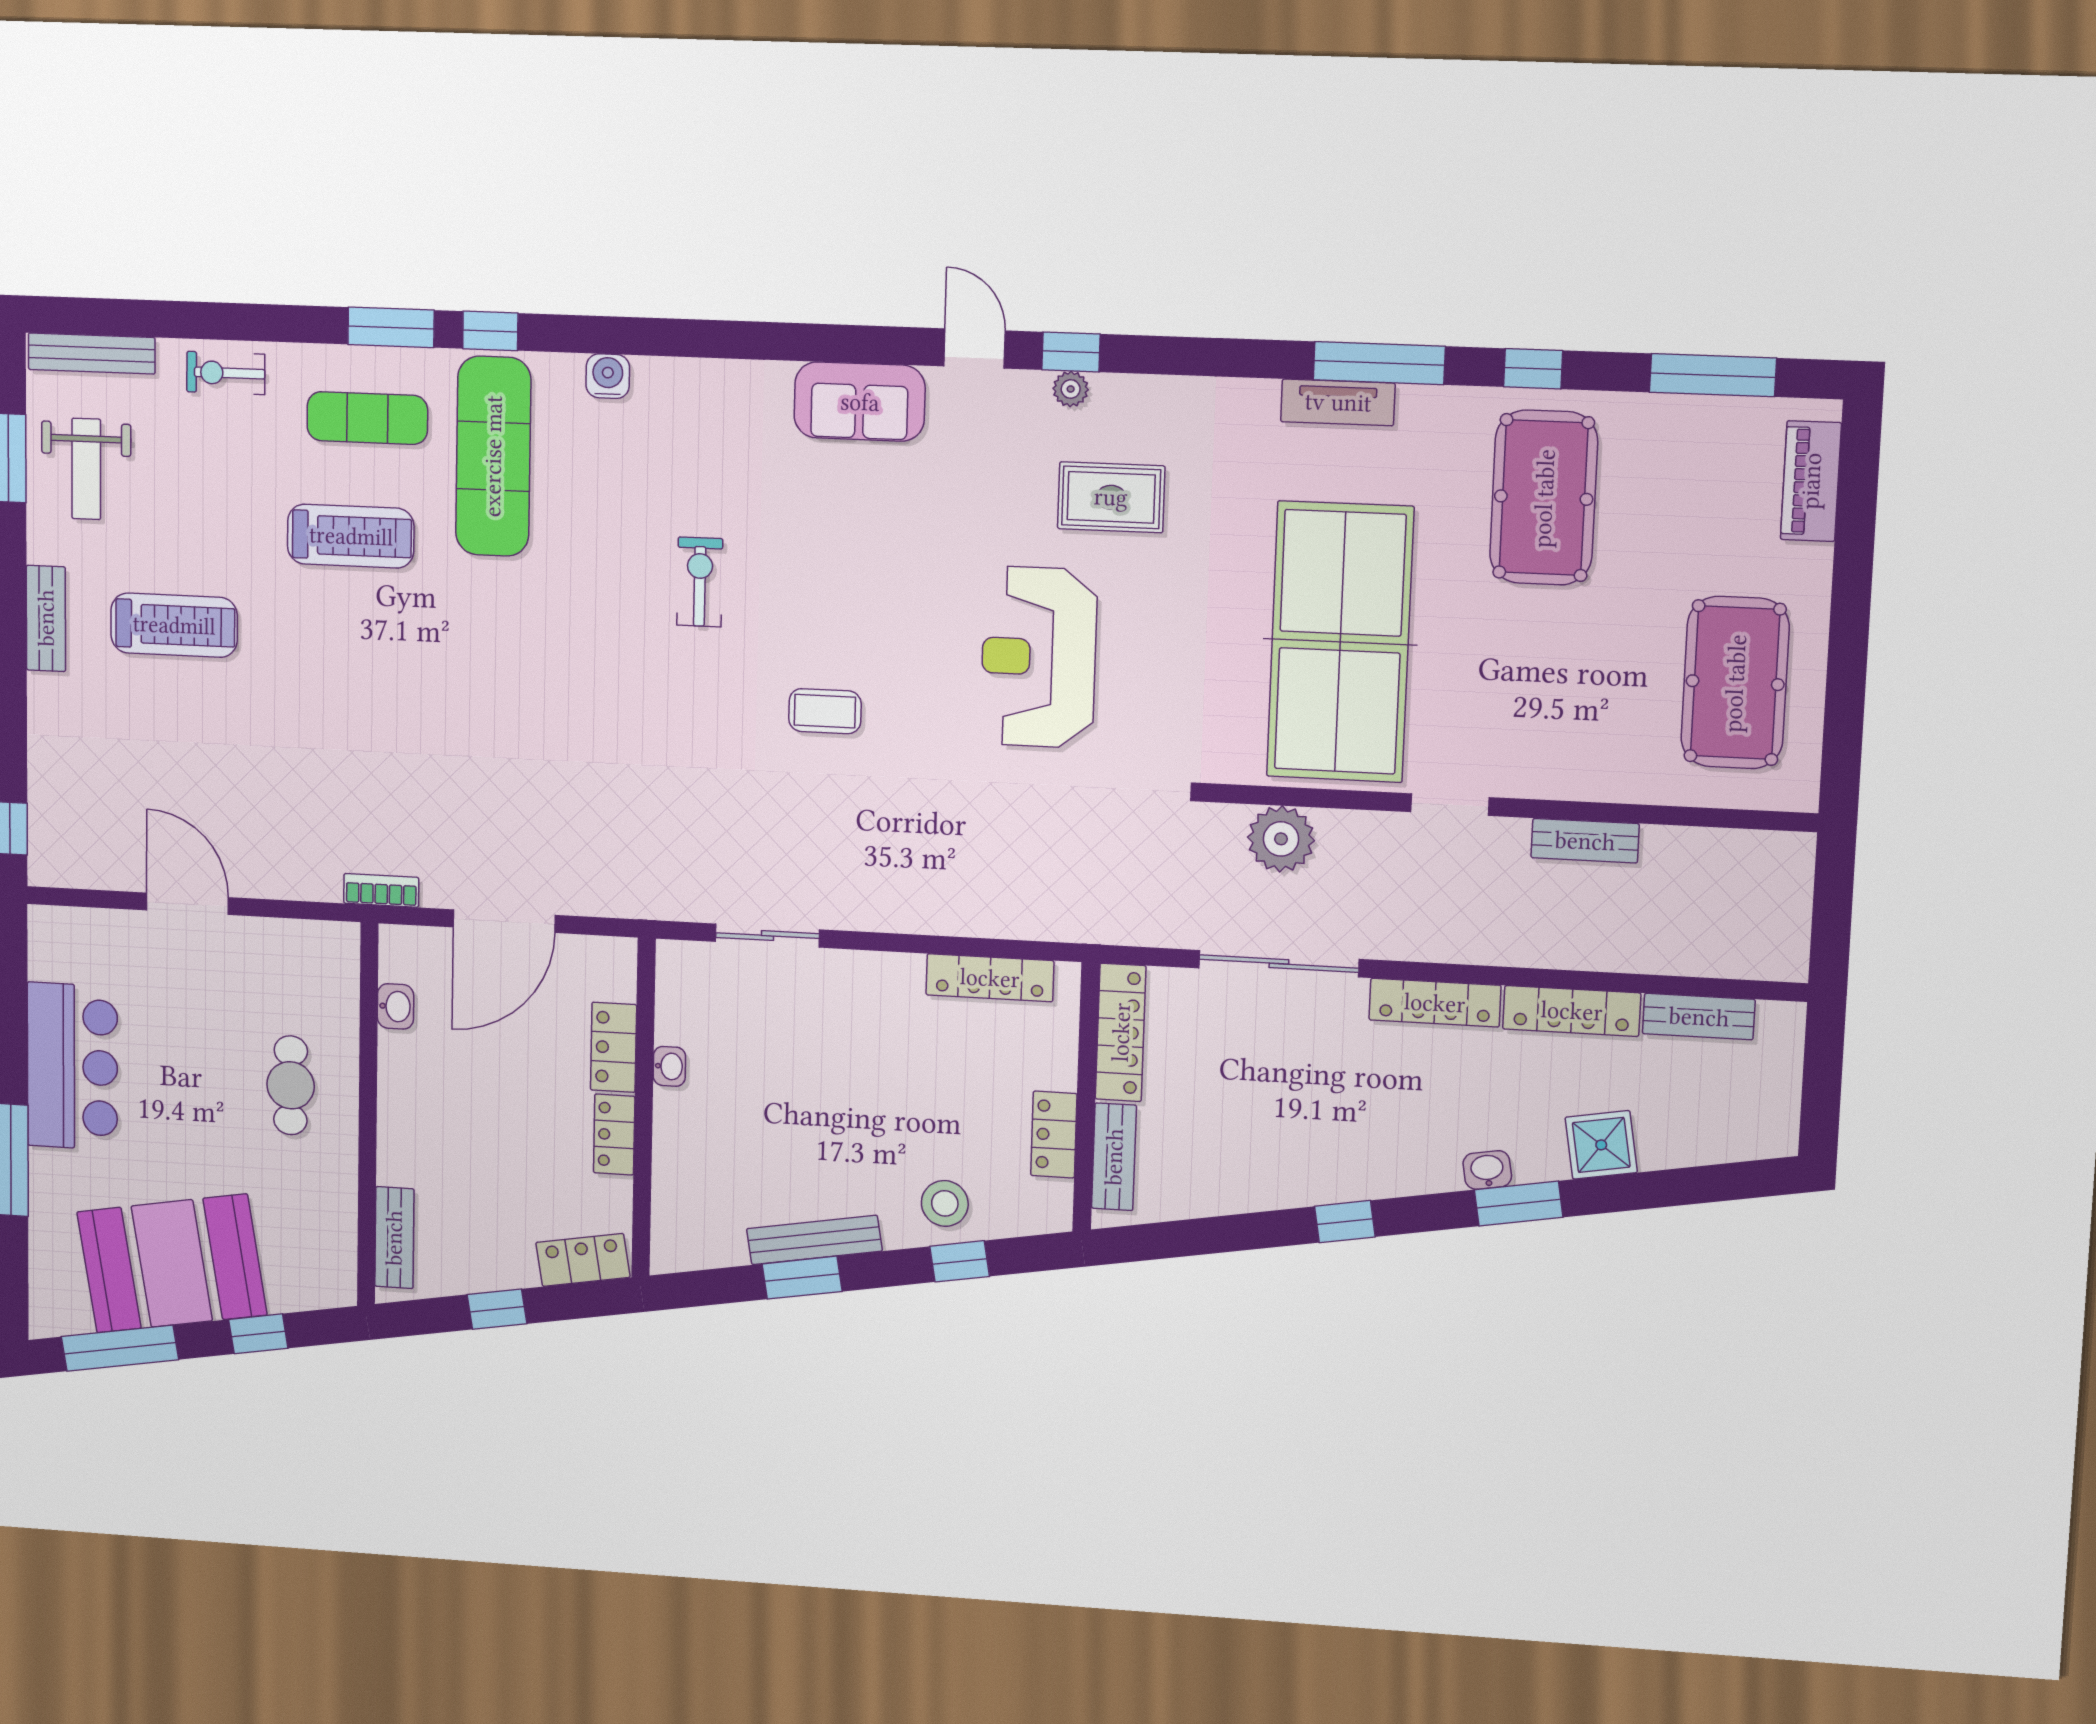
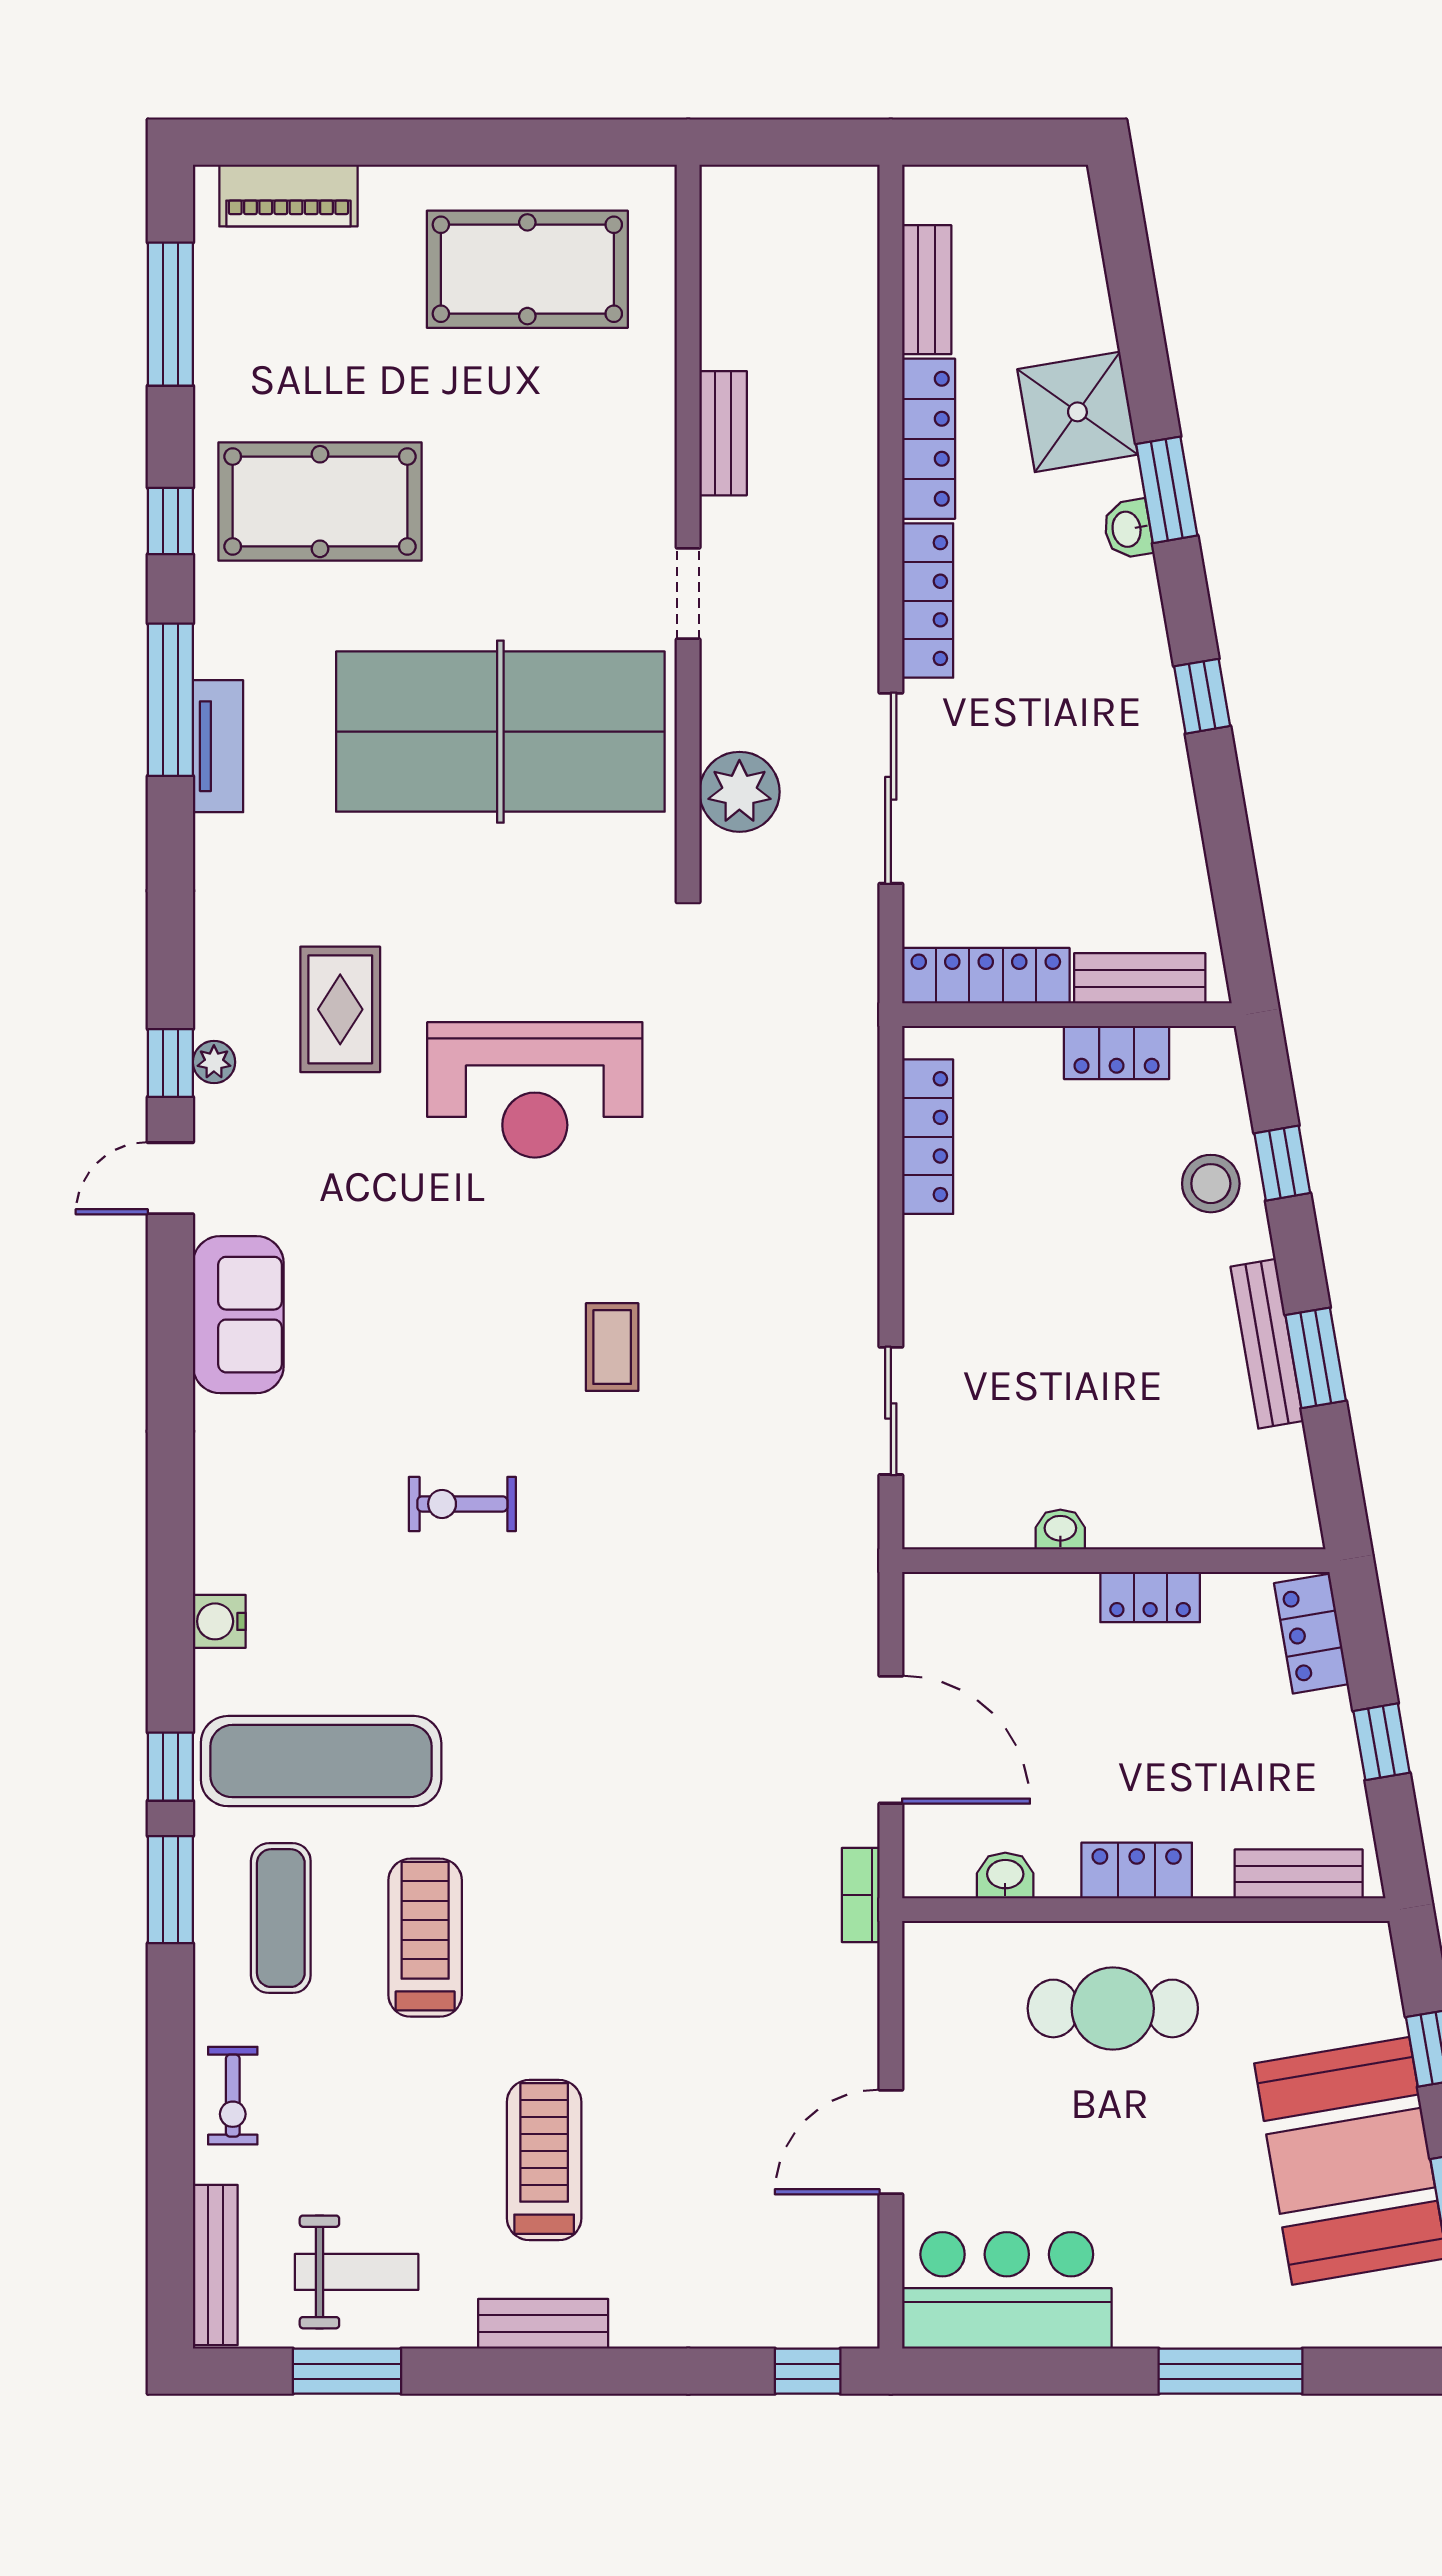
locker: (614, 1047) -> (1137, 1870), moved, turned 180
bar counter: (72, 1066) -> (1007, 2290), moved
cafe table: (291, 1085) -> (1113, 2008), width x1.37, depth x1.35
shower: (1601, 1145) -> (1077, 412), width x1.36, depth x1.36

